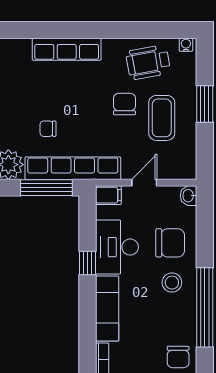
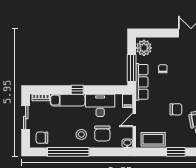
coffee table: (162, 118) -> (153, 139), moved
row of seats: (73, 168) -> (142, 82), width x0.73
door: (144, 183) -> (134, 120), swing flipped
window: (88, 263) -> (77, 90), moved

